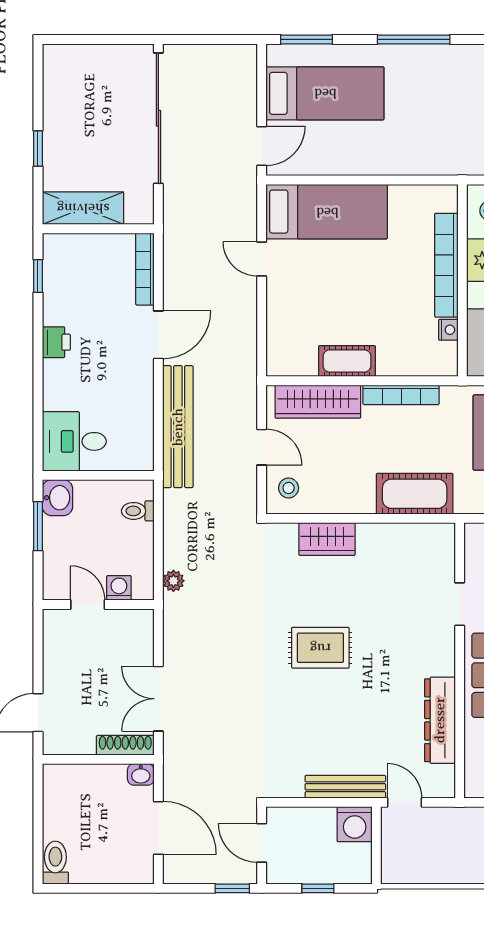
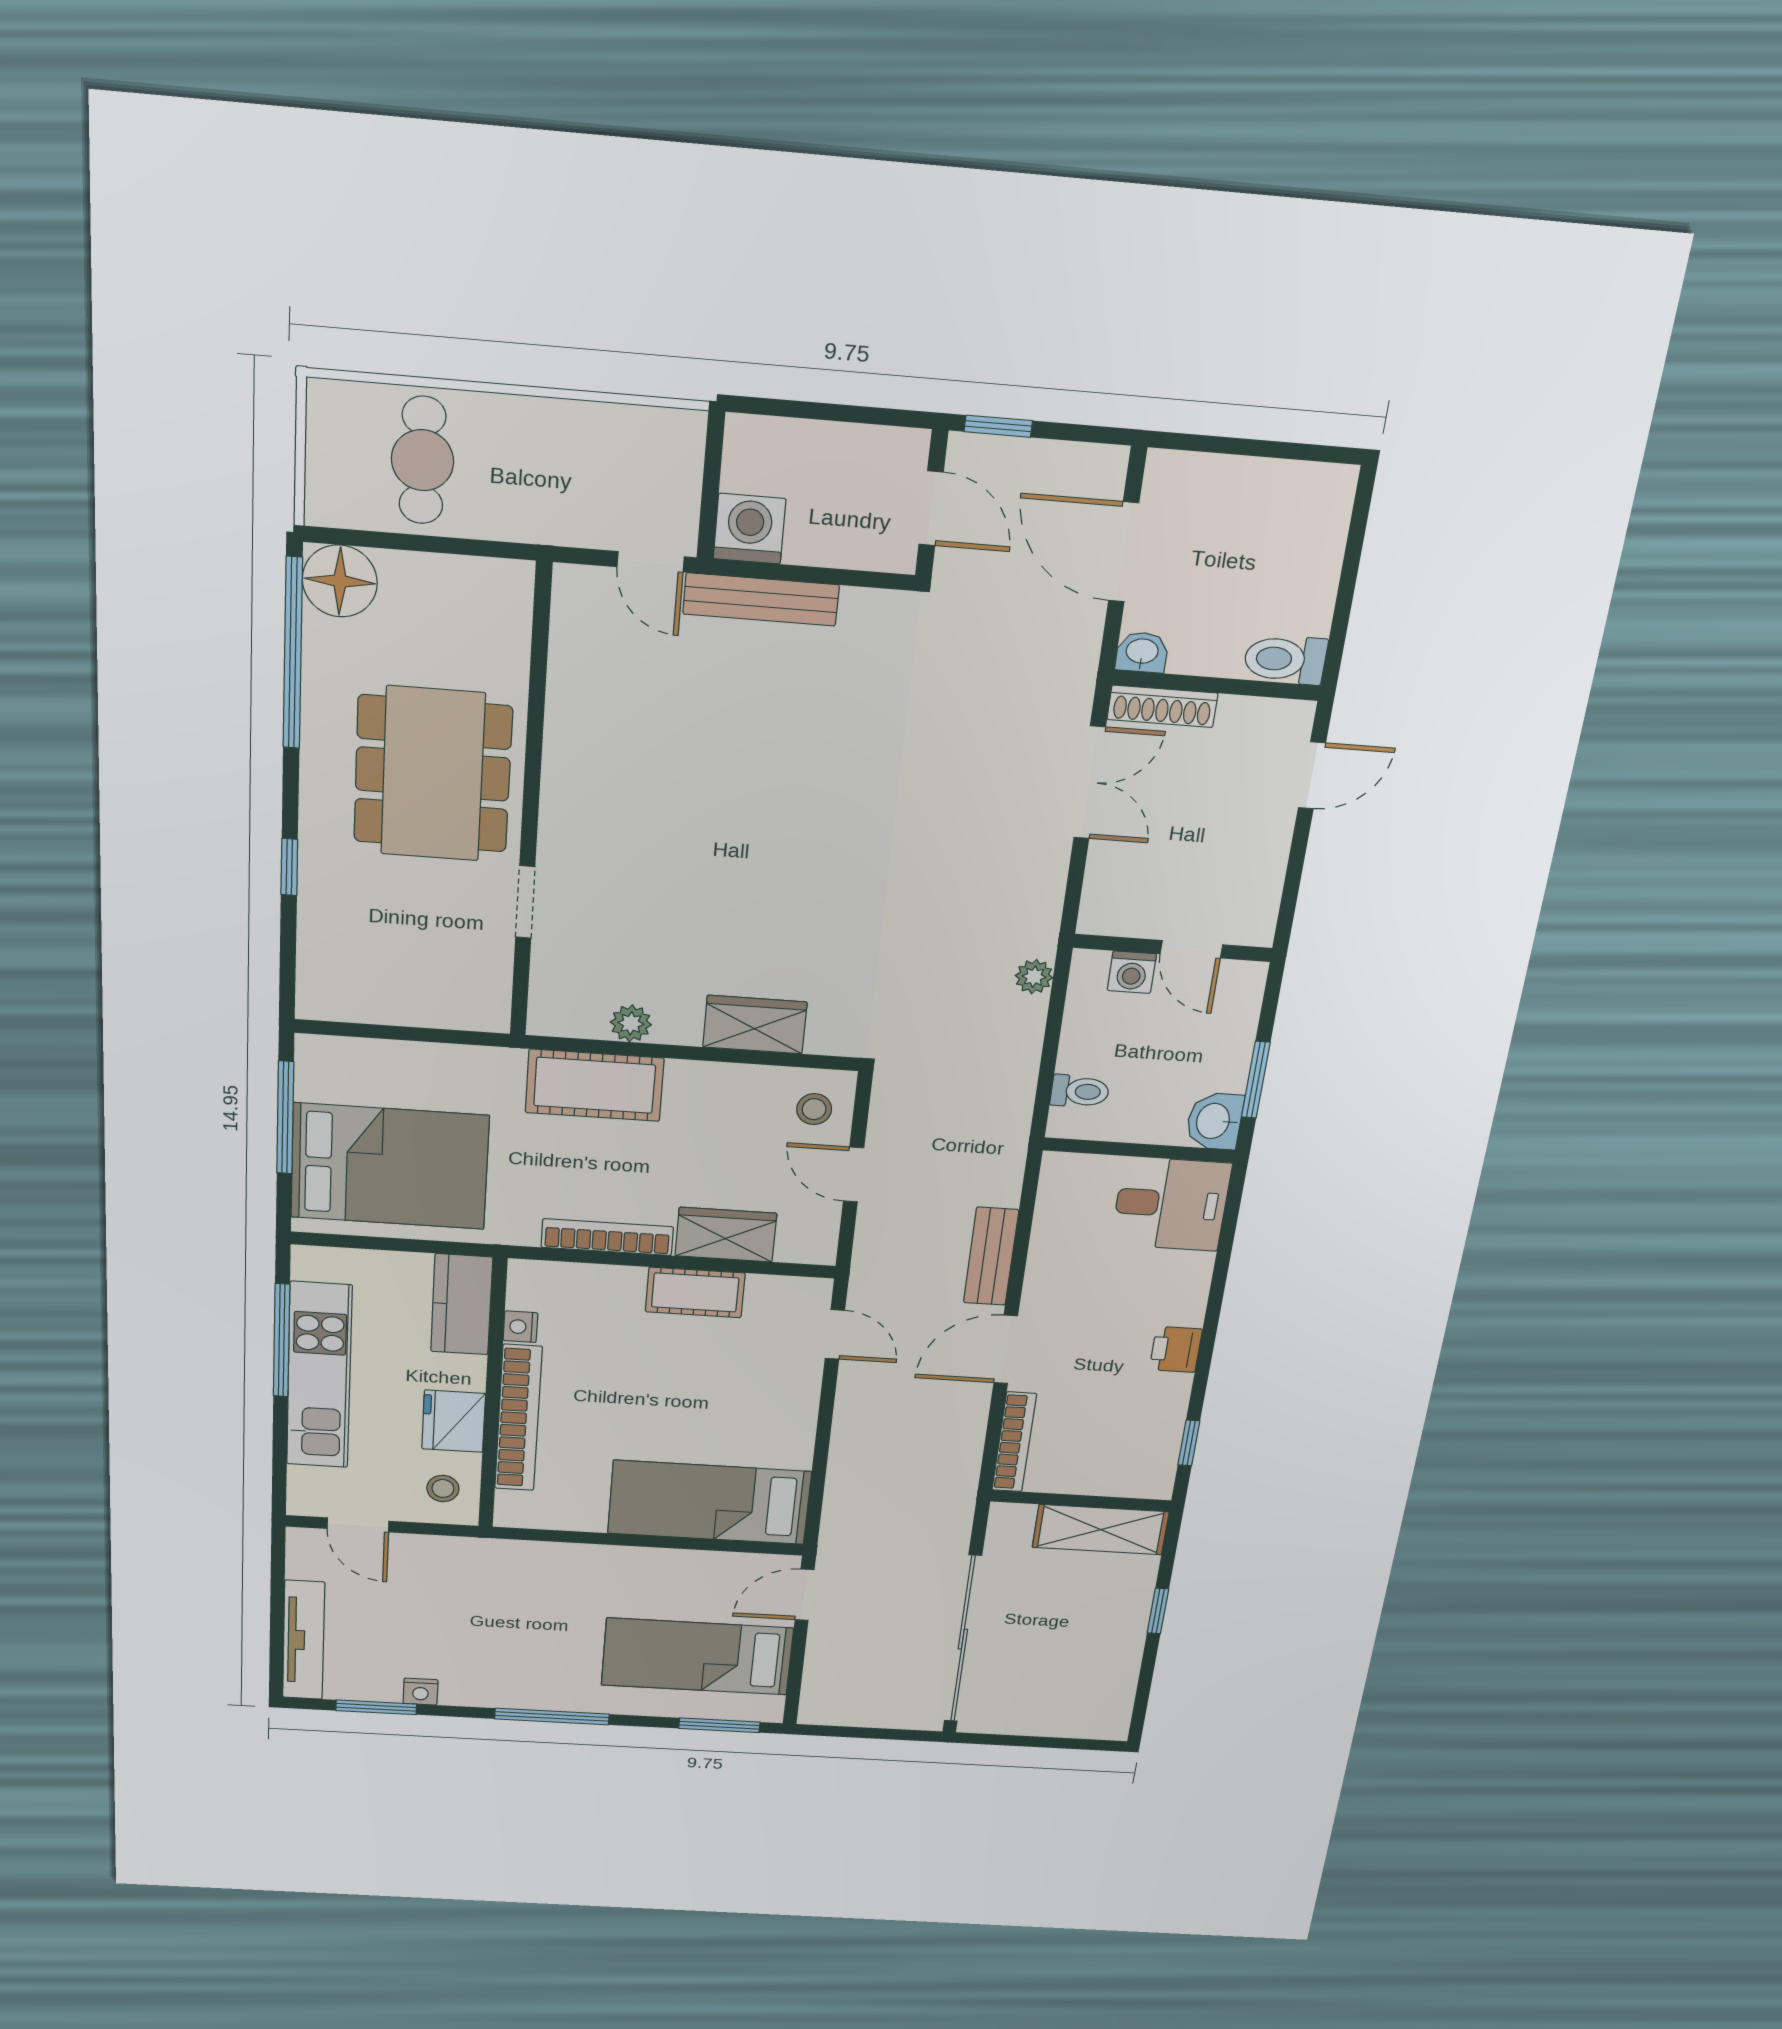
door: (262, 259) -> (835, 1334), moved
wardrobe: (318, 402) -> (726, 1235), width x0.67
bench: (178, 427) -> (991, 1256), width x0.54, depth x0.82
plant: (397, 534) -> (631, 1023), added
rug: (320, 648) -> (784, 847), removed
dresser: (440, 720) -> (573, 705), removed
toilet: (55, 863) -> (1285, 659), moved, turned 90
window: (318, 888) -> (832, 412), removed

